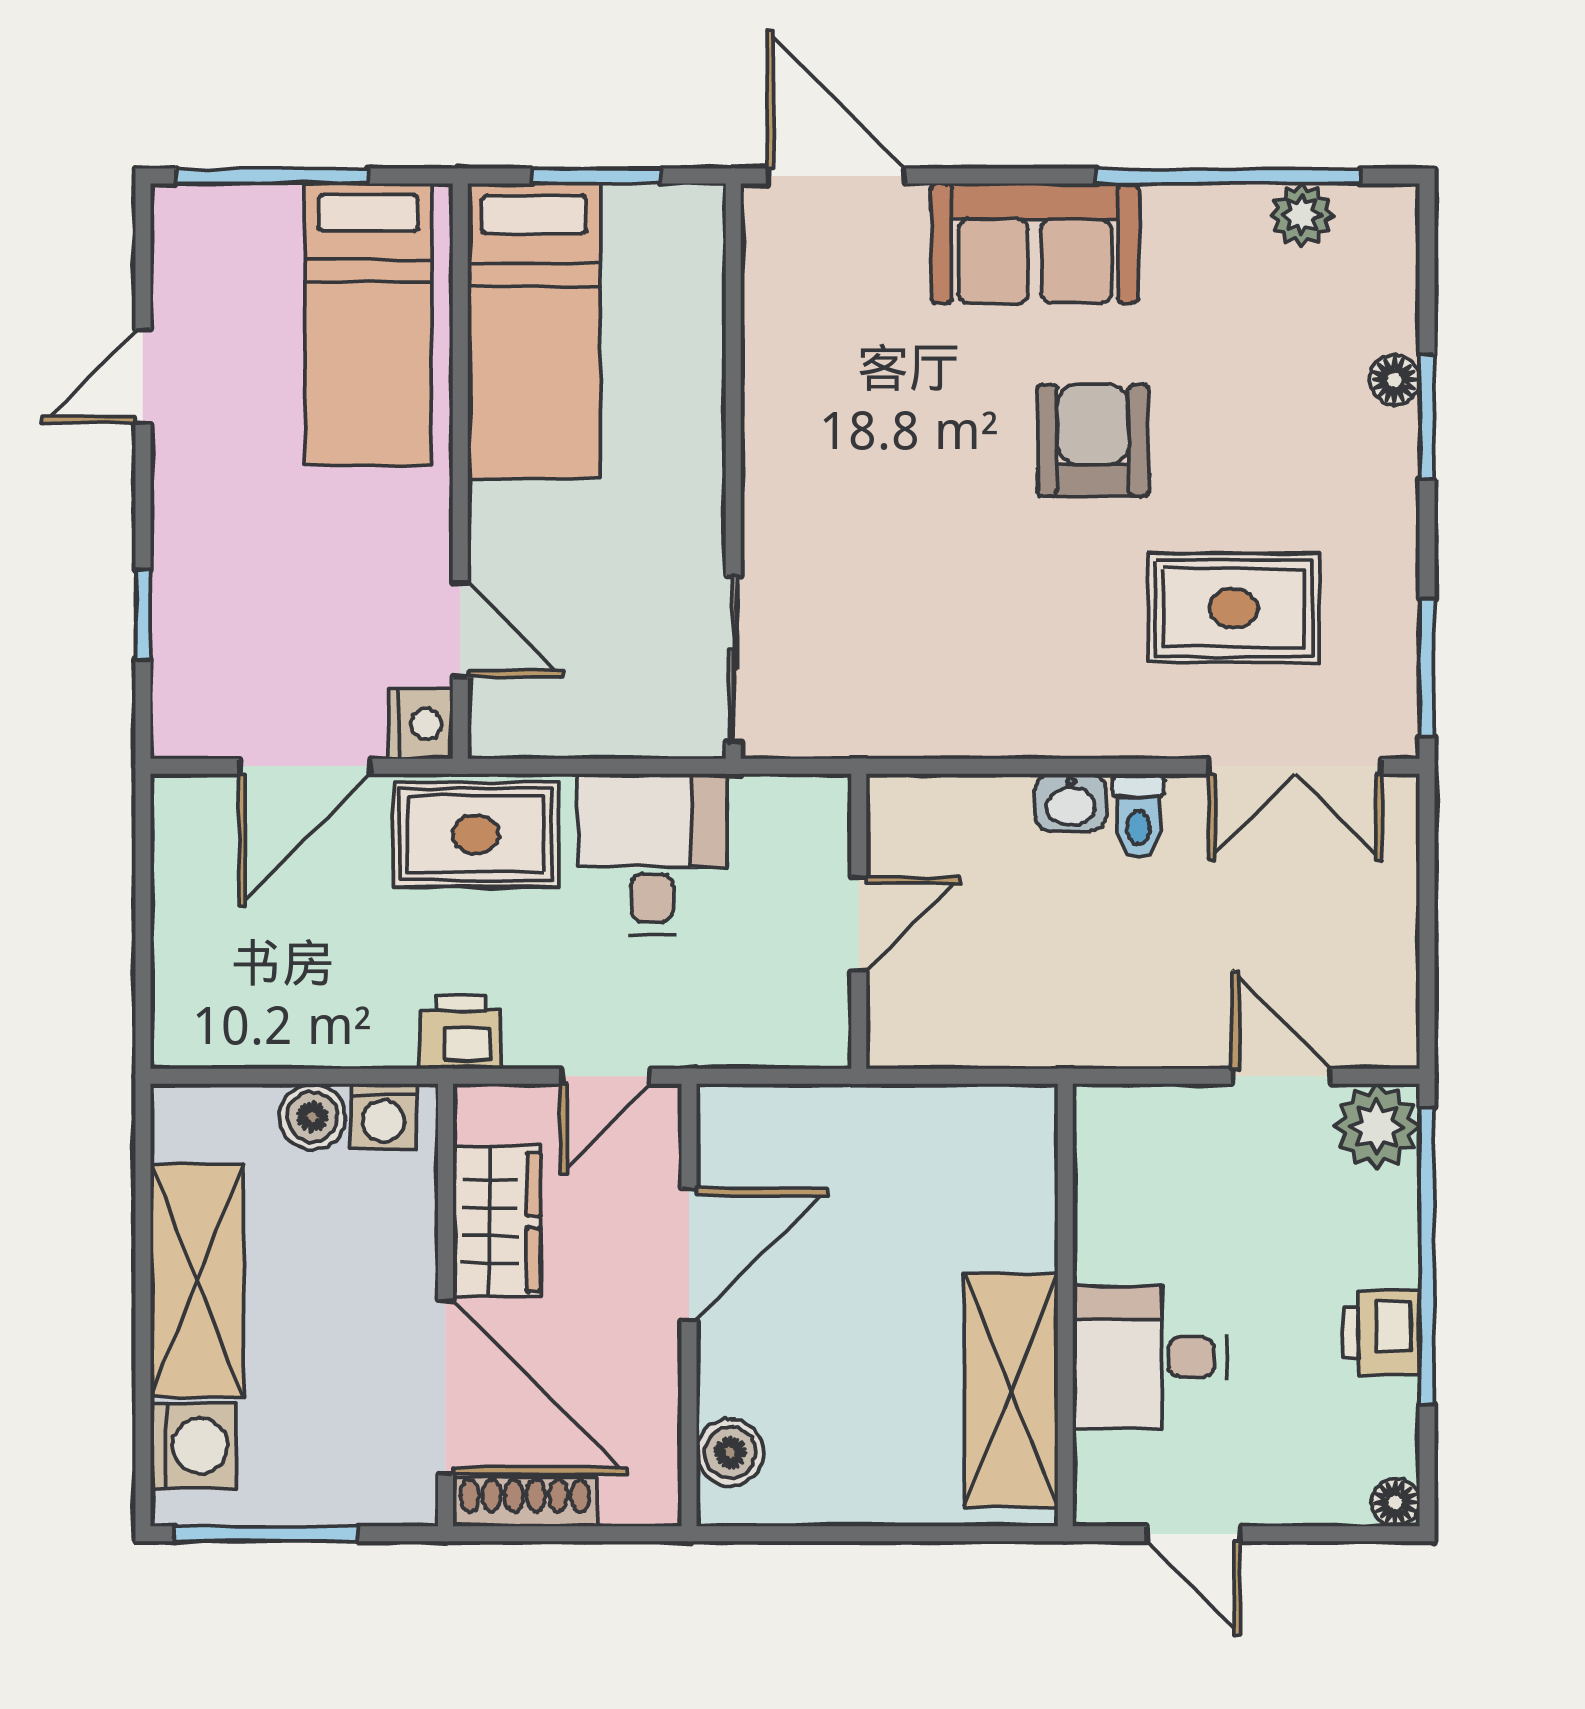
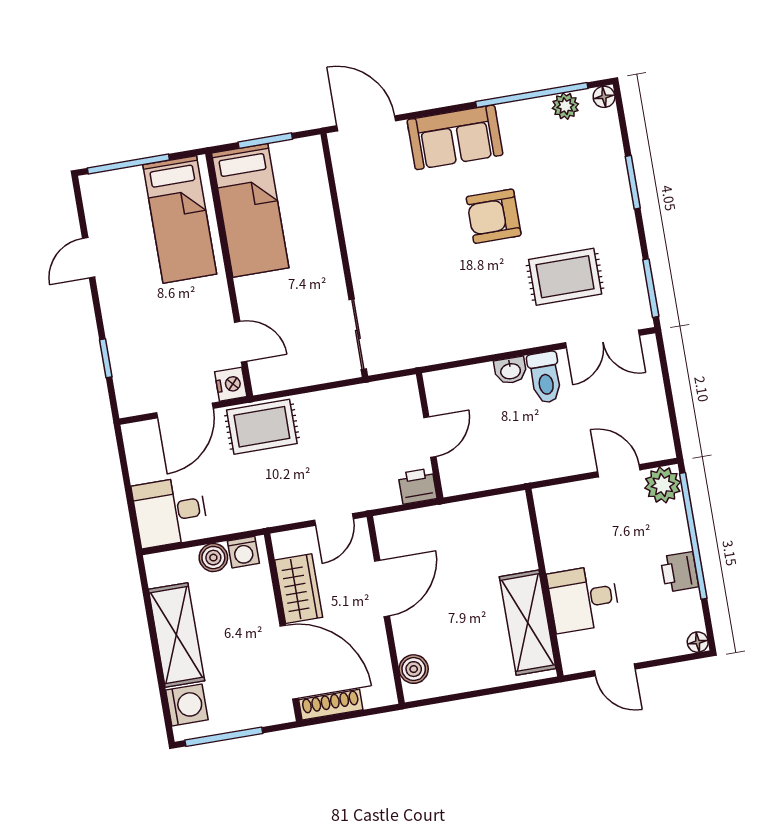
floor lamp: (1394, 380) -> (604, 97), moved
armchair: (1093, 440) -> (494, 216), turned -90
toilet: (1138, 816) -> (545, 377), width x1.37, depth x1.39
desk: (652, 854) -> (170, 512), moved, turned -90
printer: (460, 1032) -> (417, 486), moved

